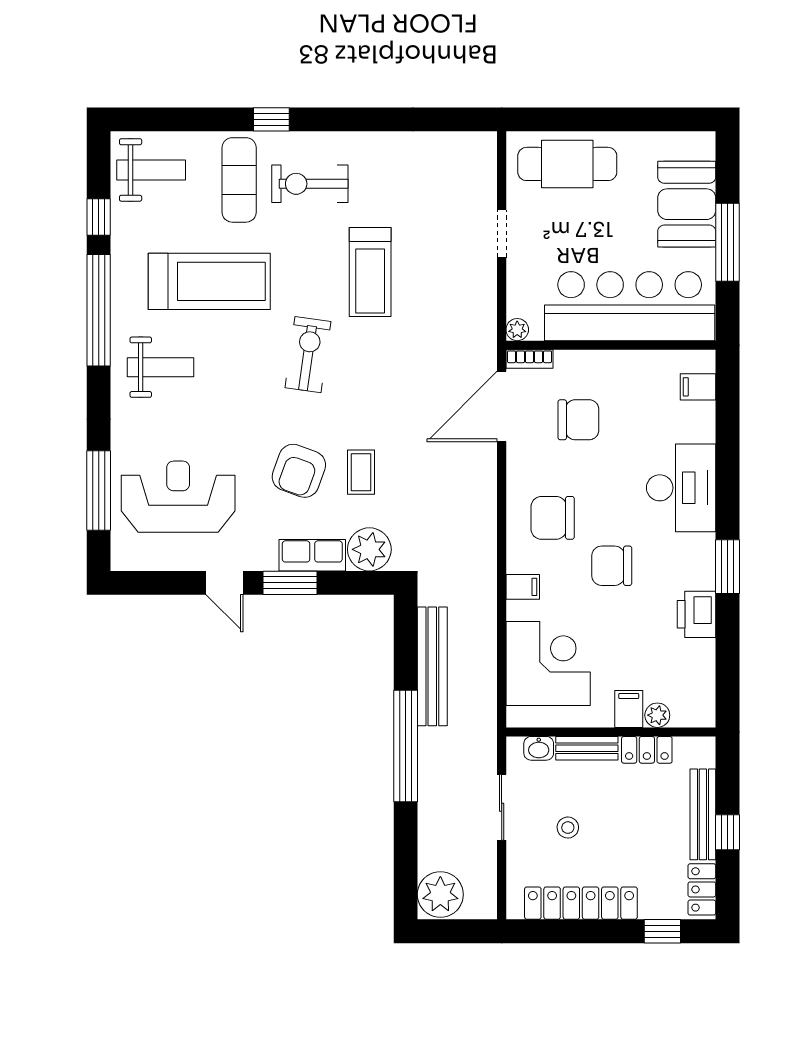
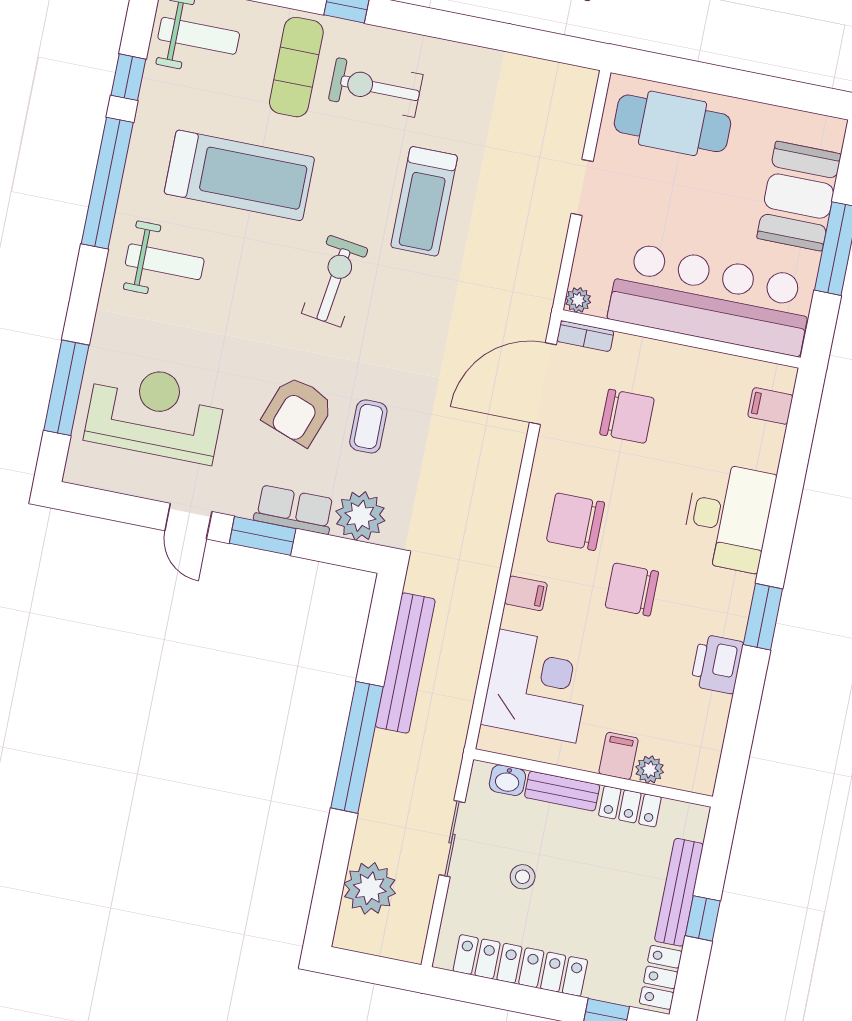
plant: (440, 894) -> (370, 888), moved

